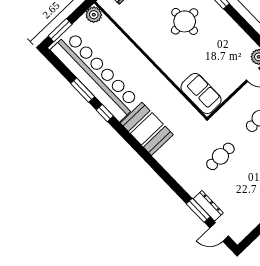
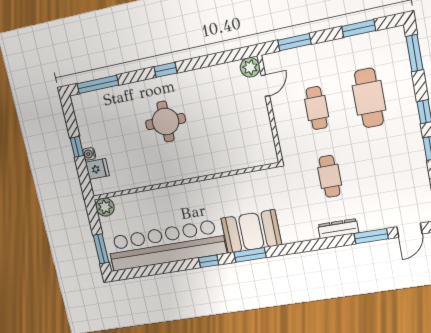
window: (83, 90) -> (250, 255), moved
sofa: (201, 93) -> (250, 153), removed
dresser: (208, 206) -> (338, 229), moved

